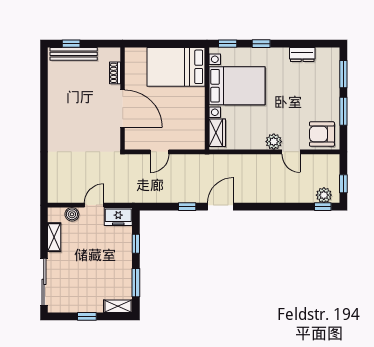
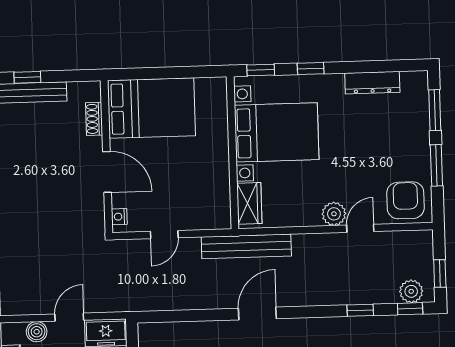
dresser: (302, 54) -> (372, 83), width x1.44
bed: (176, 67) -> (151, 108), moved, turned 180
door: (123, 109) -> (107, 172), width x0.73
armchair: (322, 134) -> (405, 200), turned 90
nightstand: (130, 139) -> (119, 217), added
door: (291, 152) -> (360, 228), swing flipped
bench: (214, 162) -> (246, 246), added
window: (187, 207) -> (360, 310), moved

